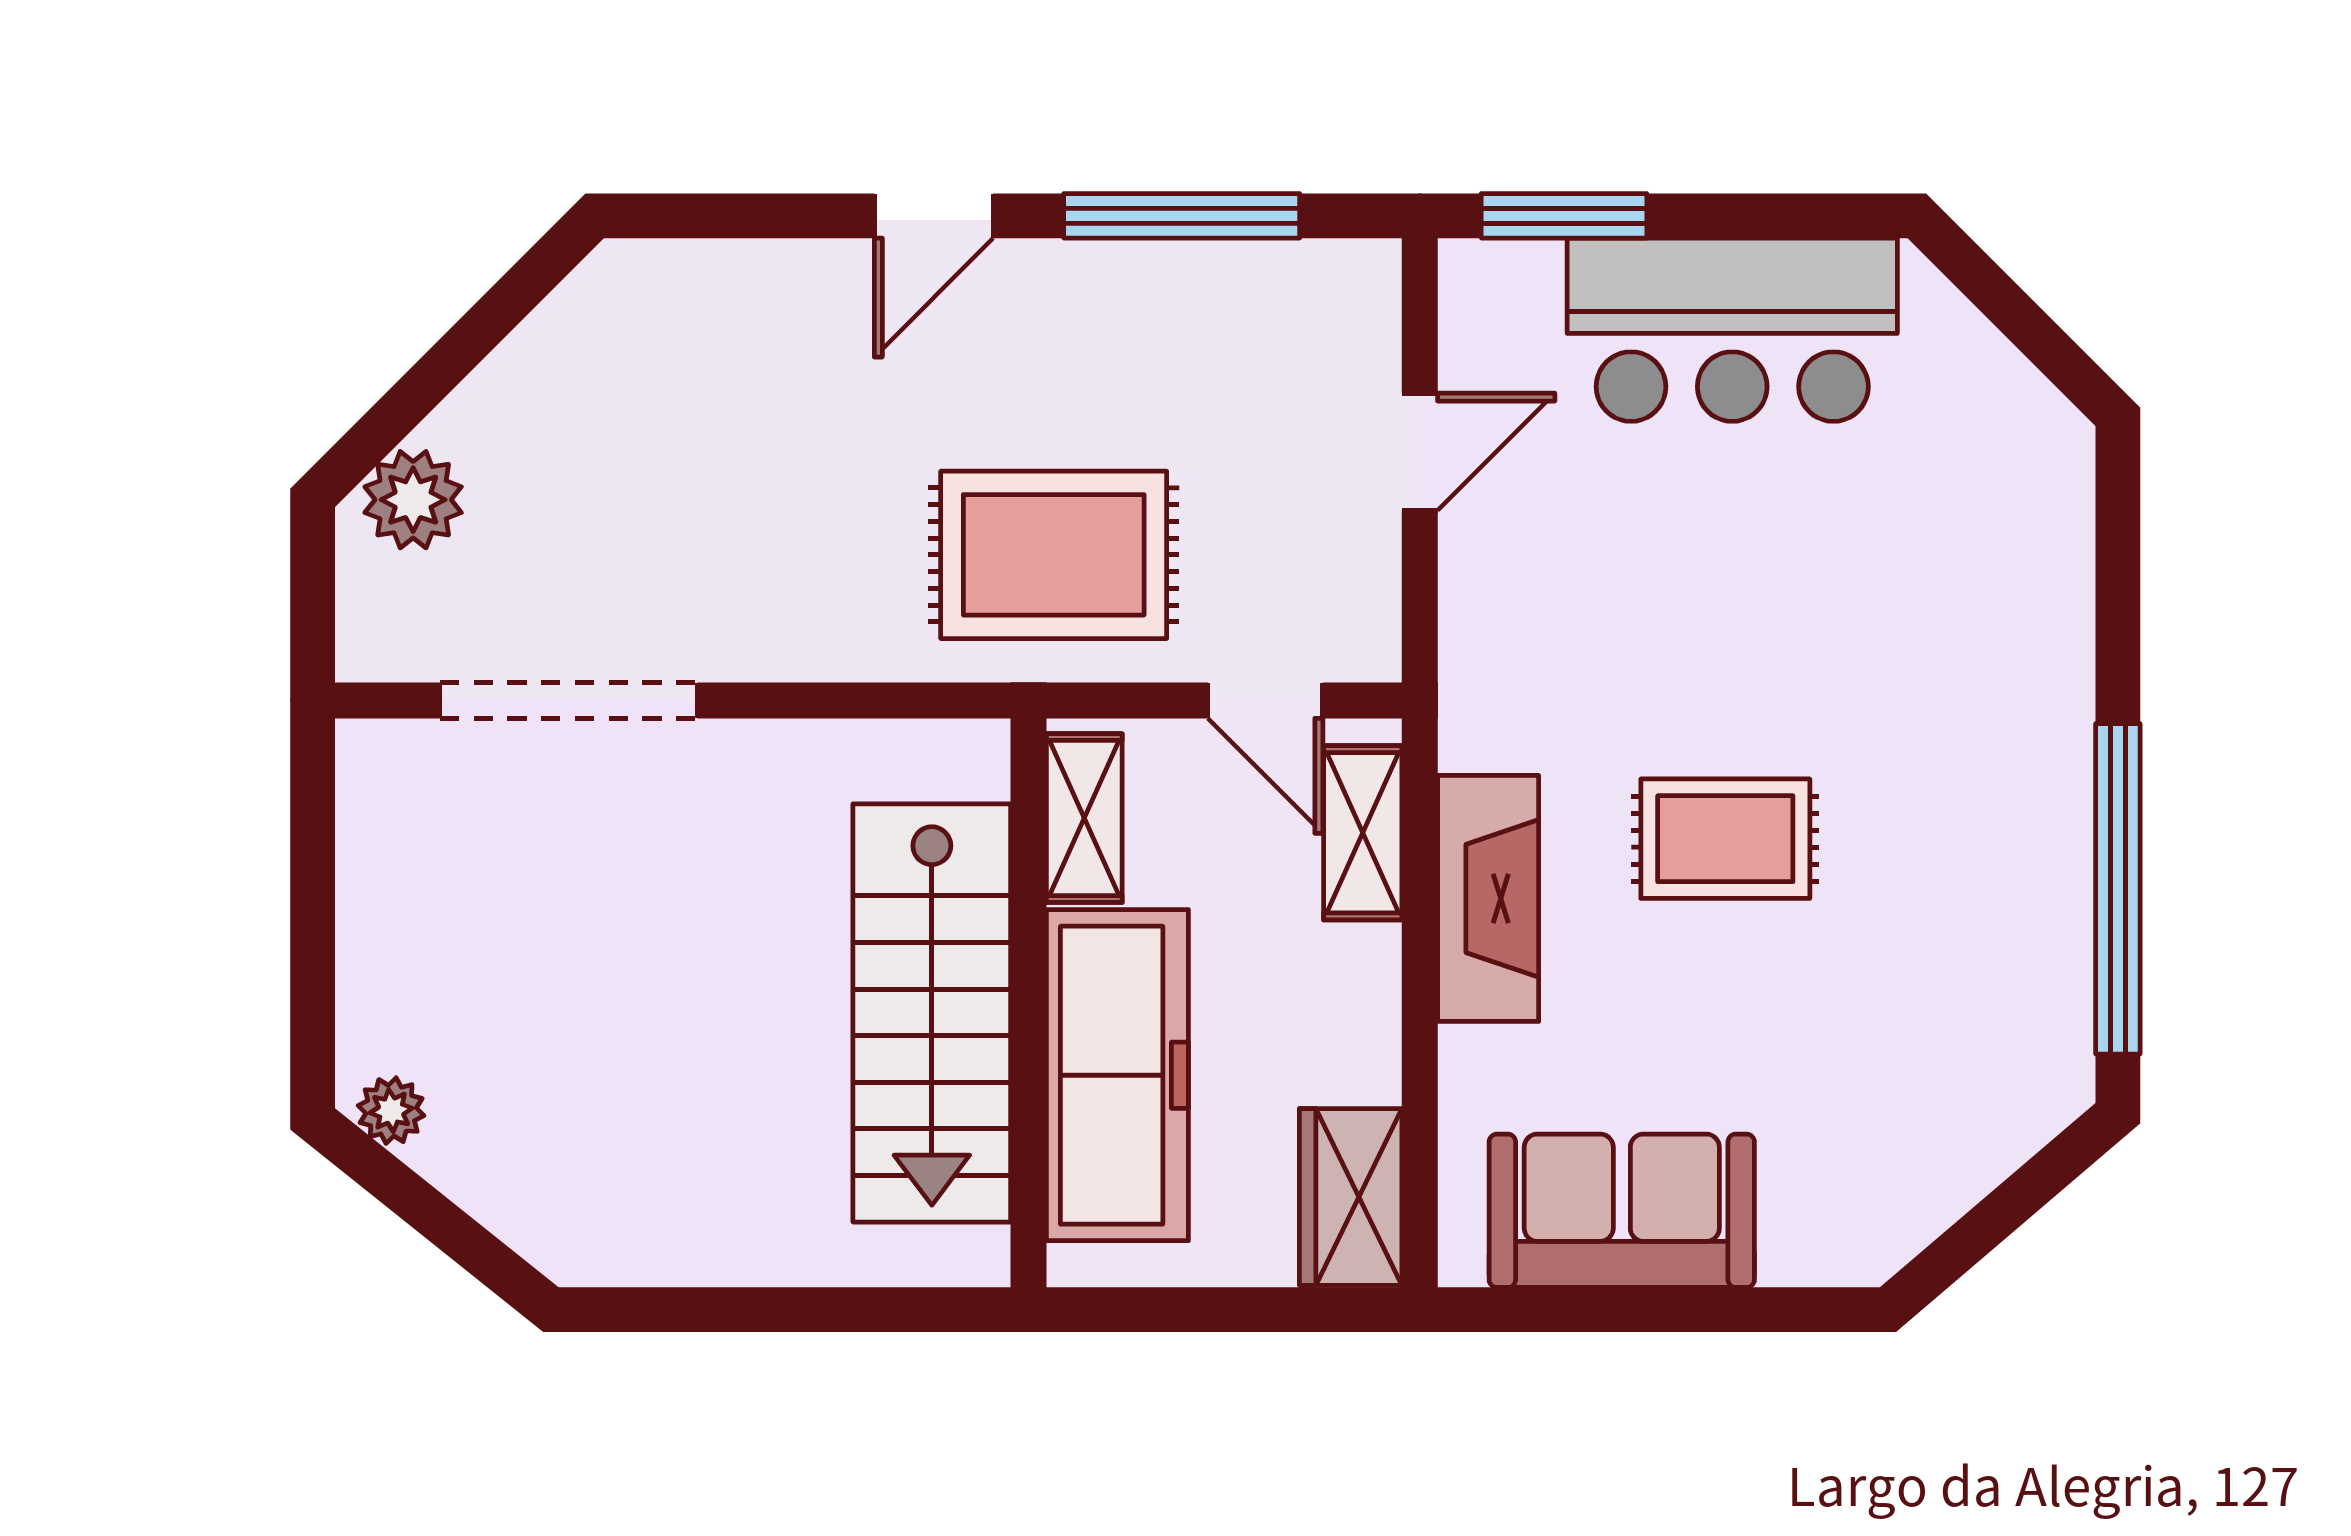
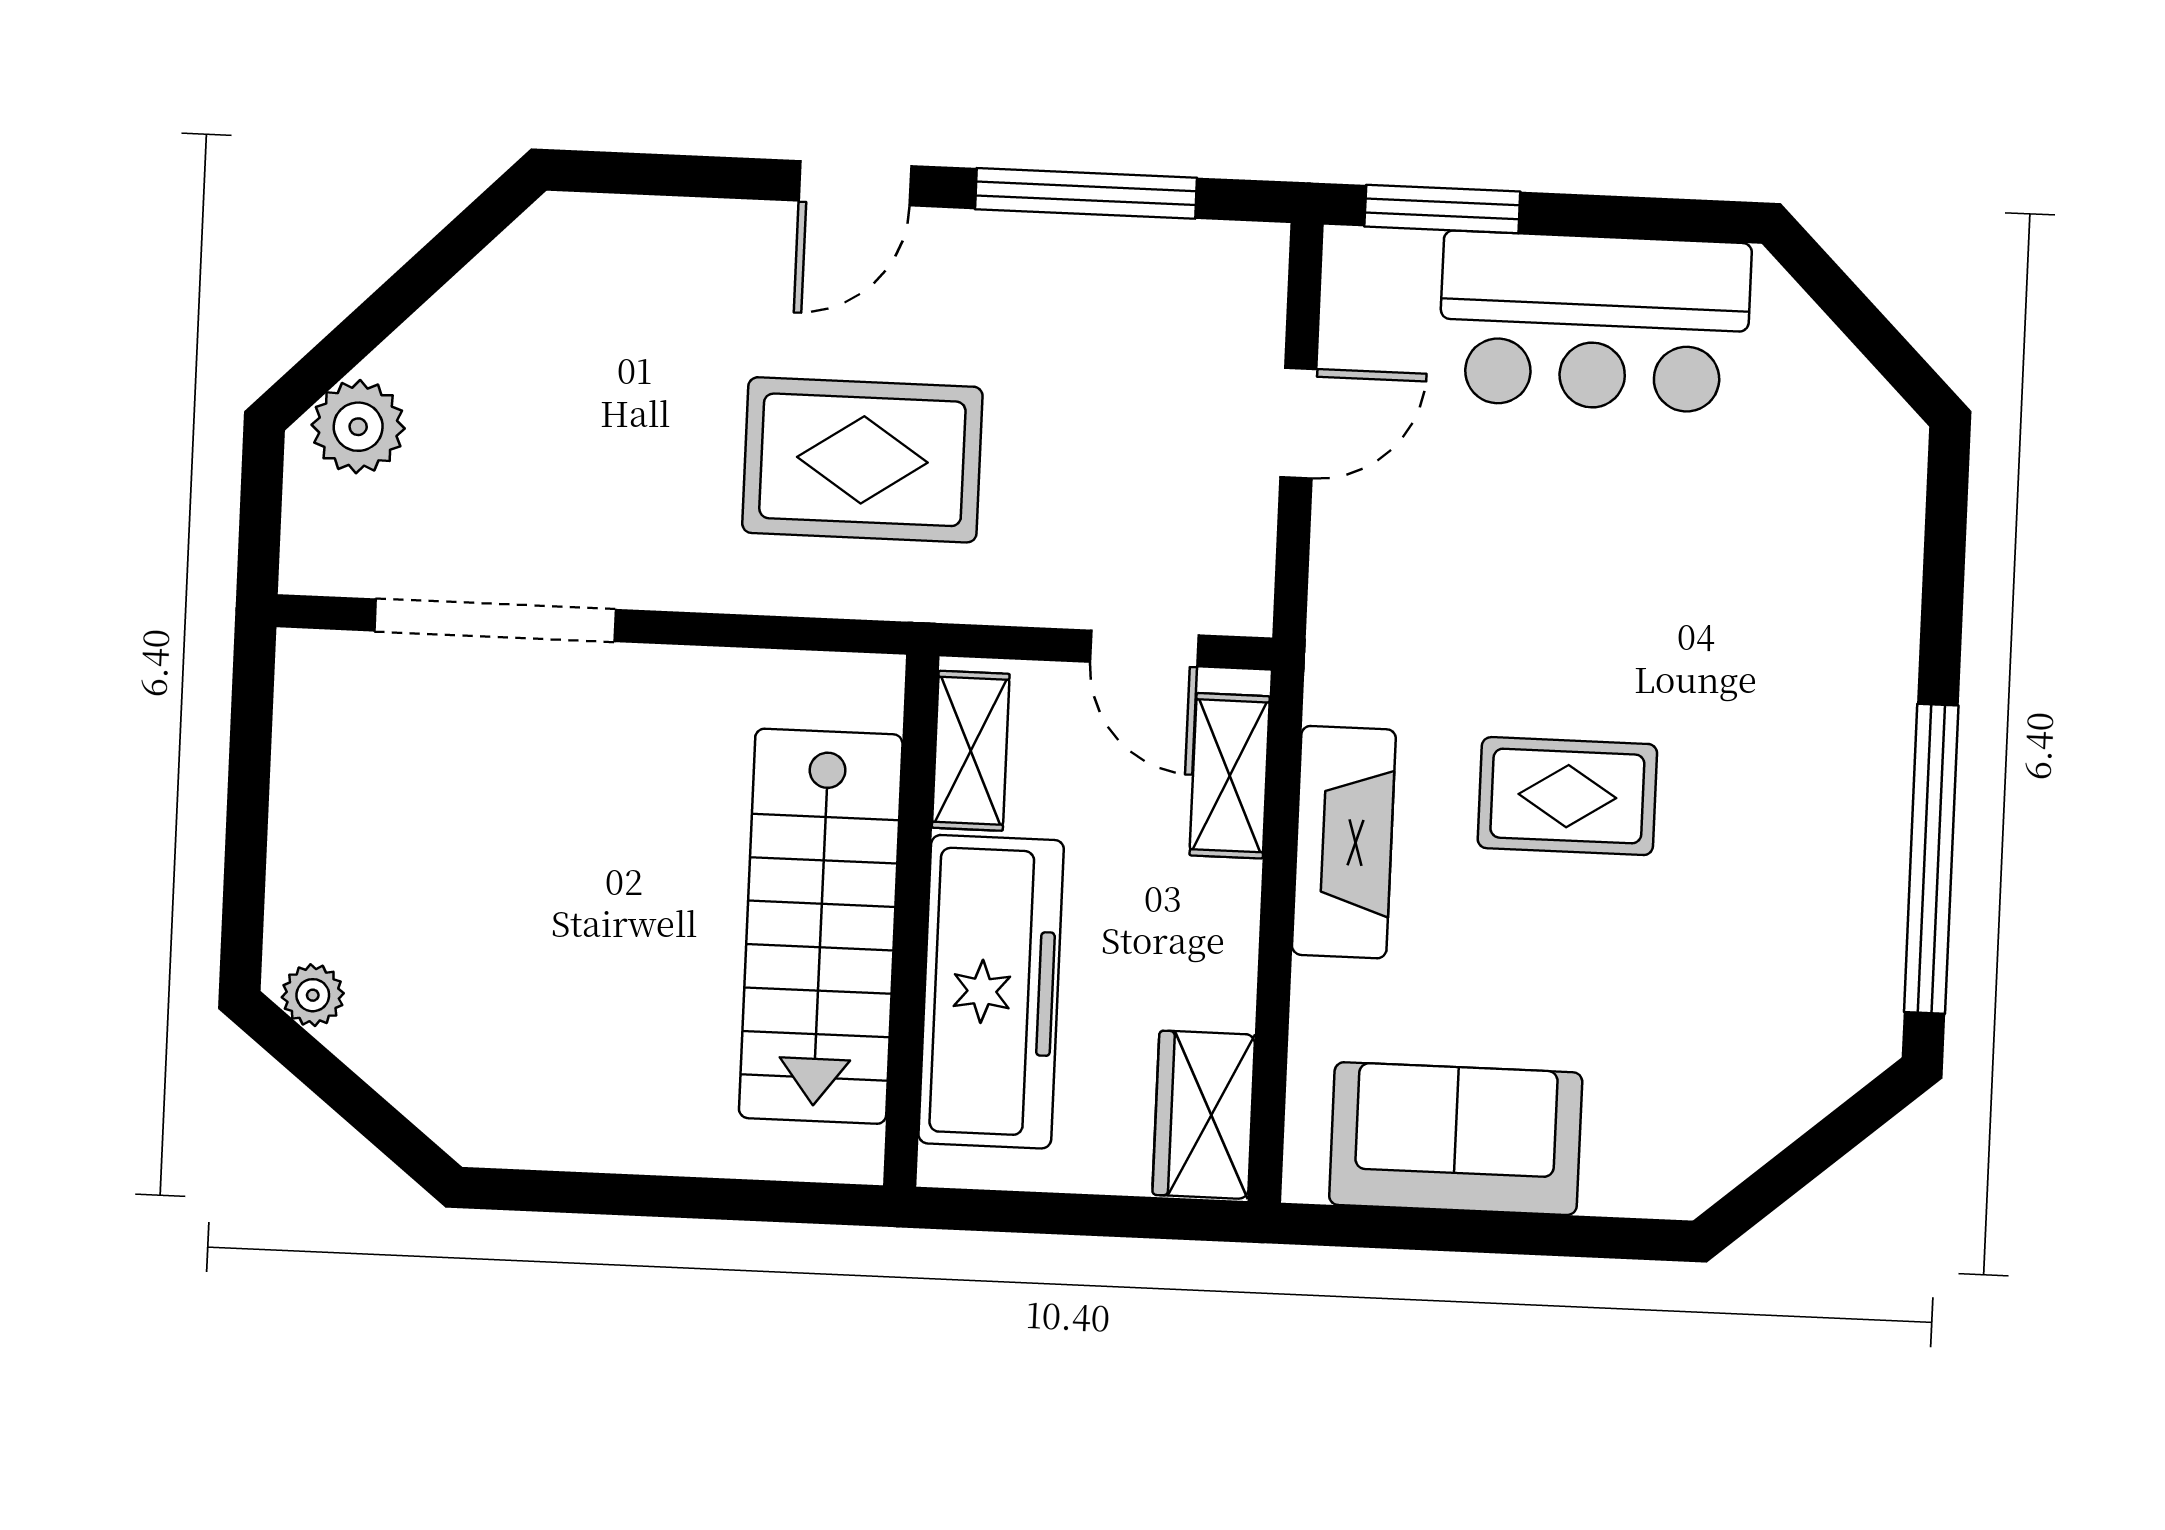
rug: (1054, 555) -> (862, 460), moved

